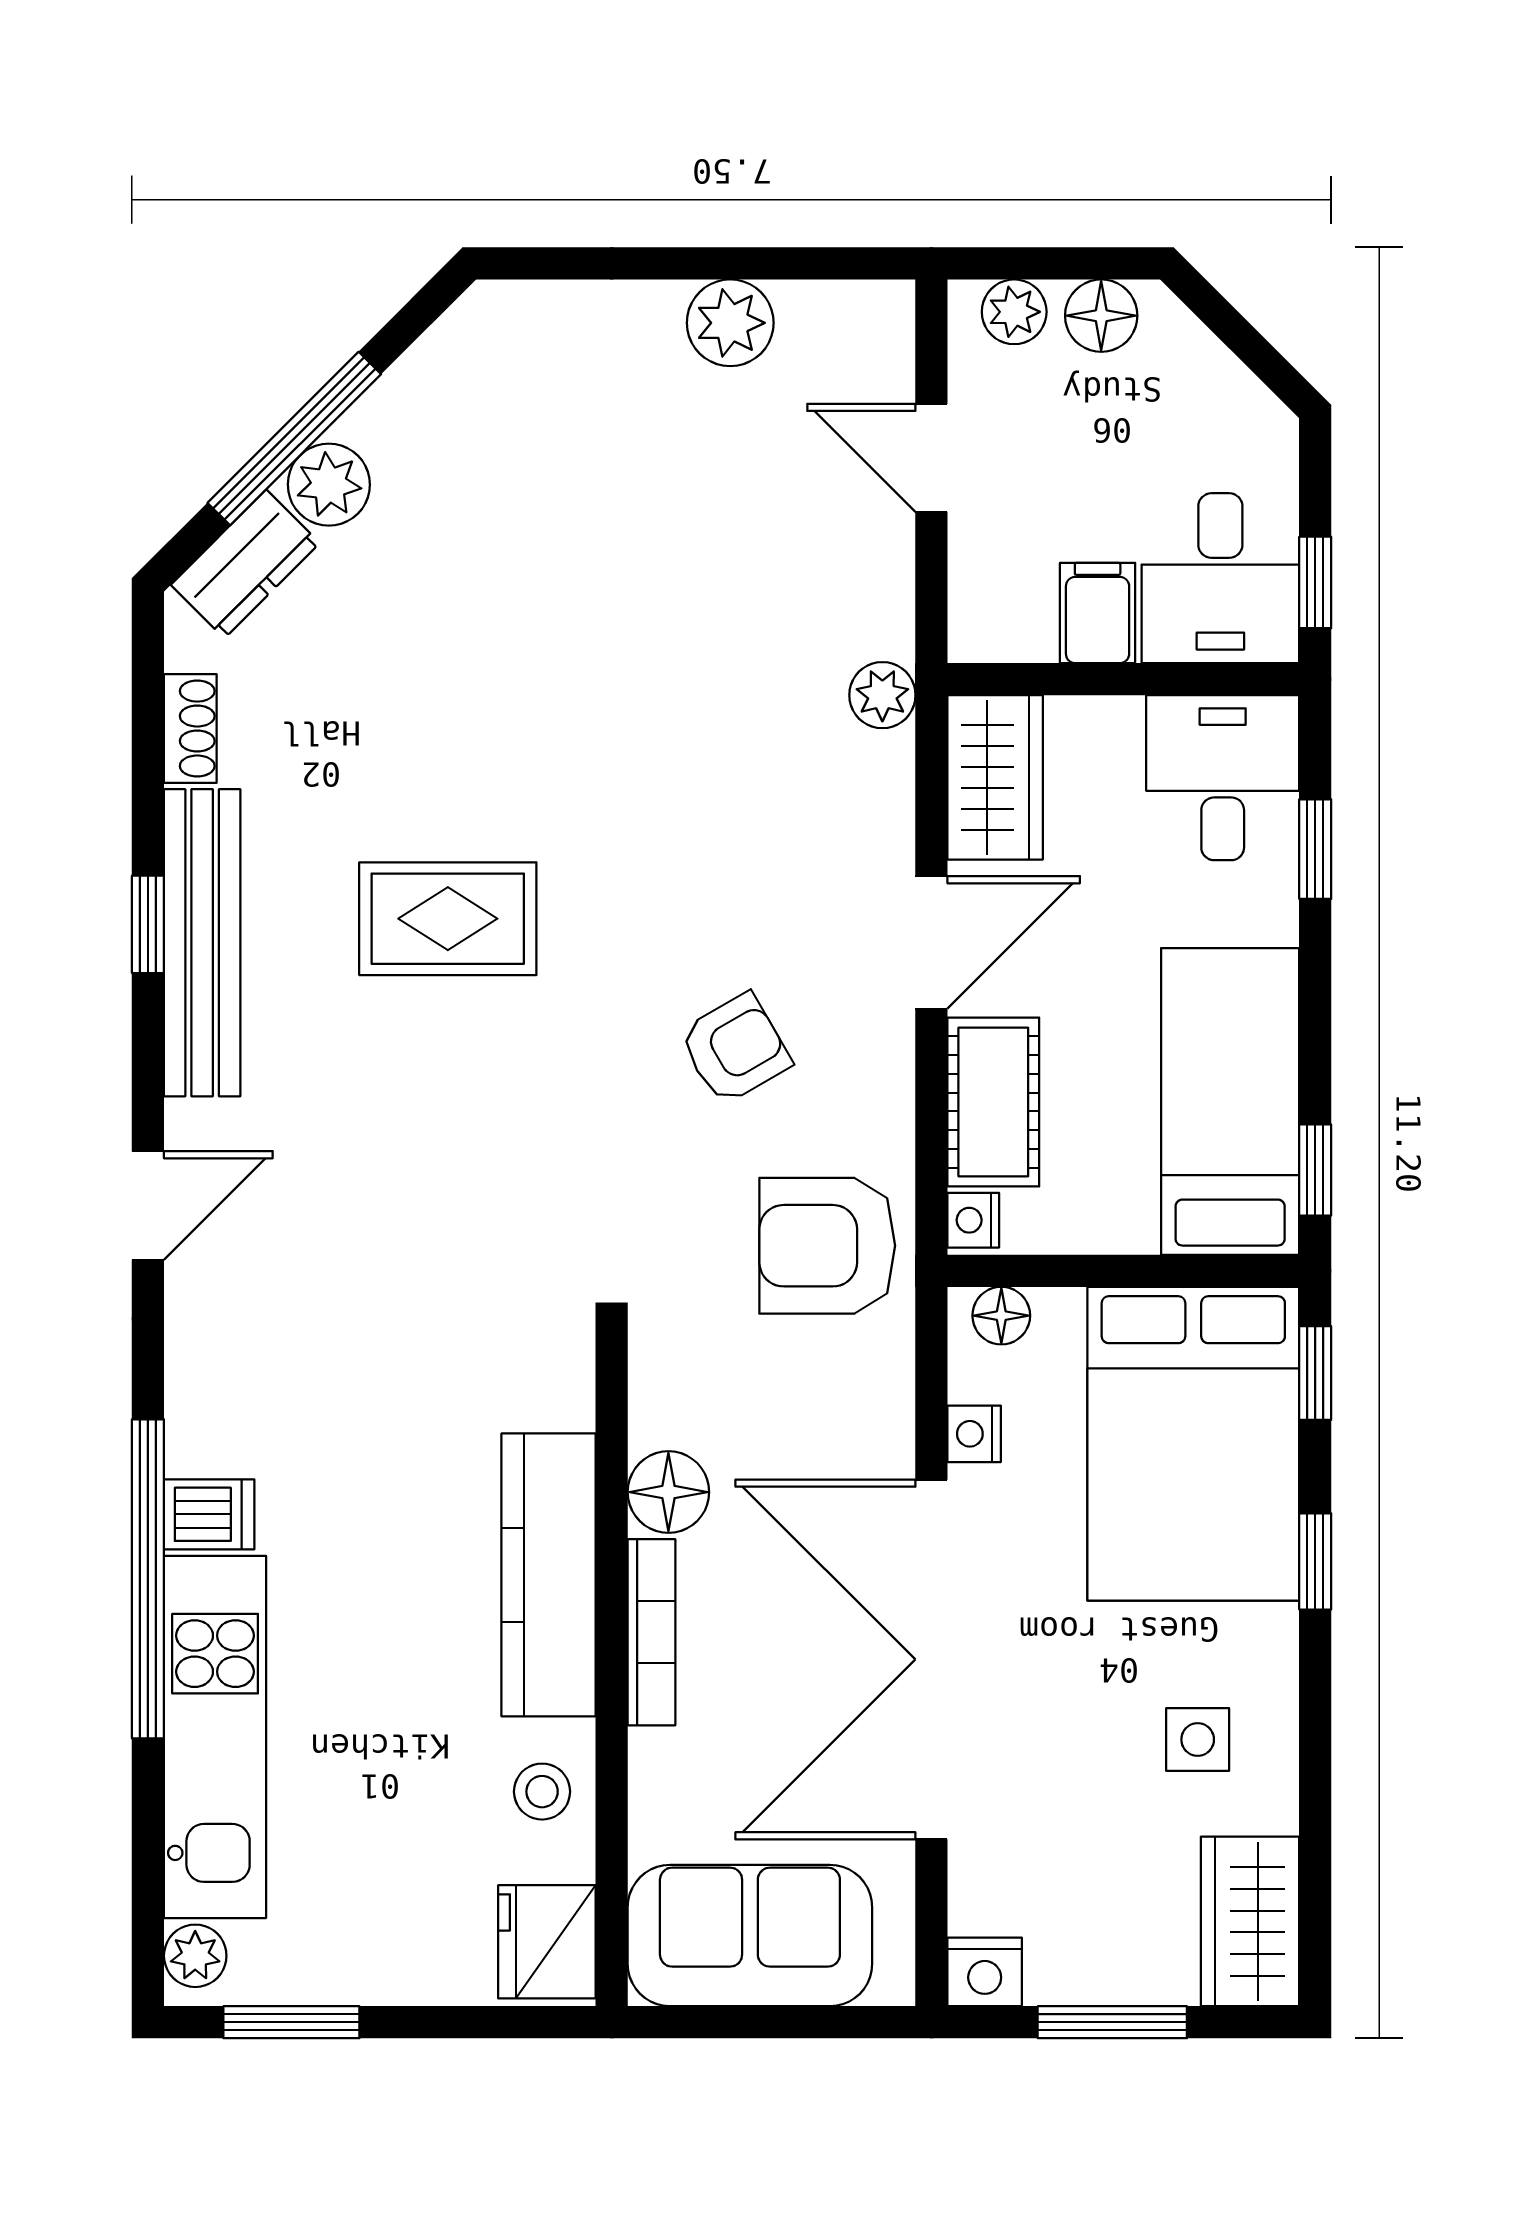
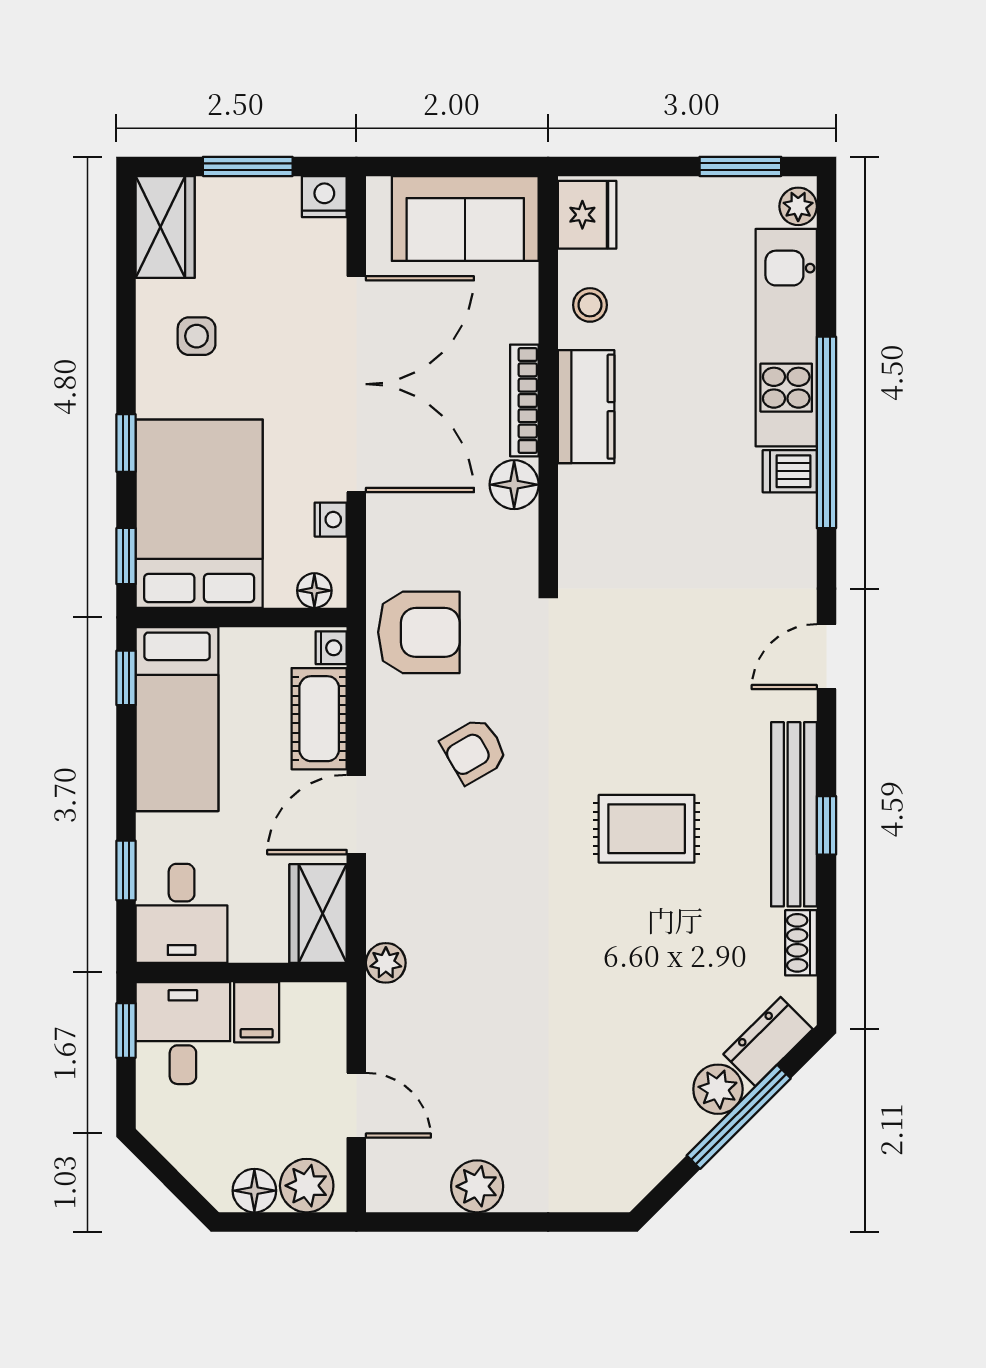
plant: (1014, 312) -> (307, 1186), width x1.38, depth x1.38
kitchen counter: (549, 1575) -> (586, 407), width x0.67

